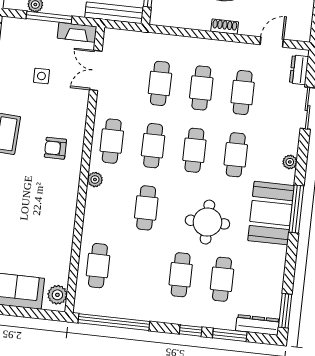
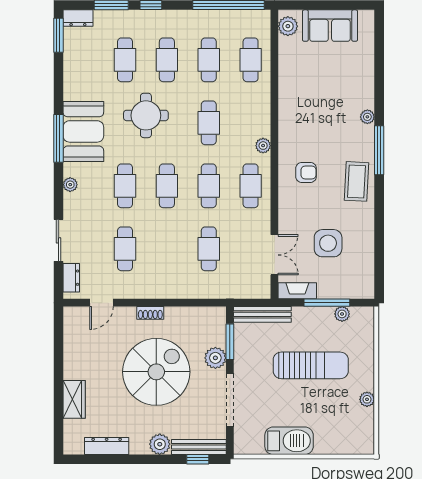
side table: (41, 76) -> (328, 243), width x1.87, depth x1.87
cafe table: (201, 88) -> (209, 60), moved
dresser: (258, 325) -> (78, 18), width x0.70

